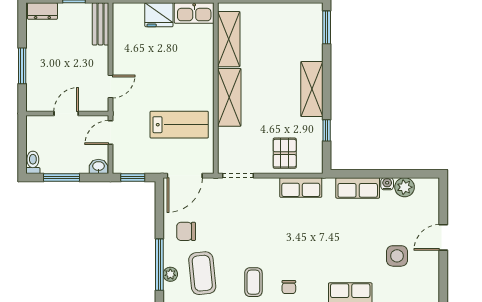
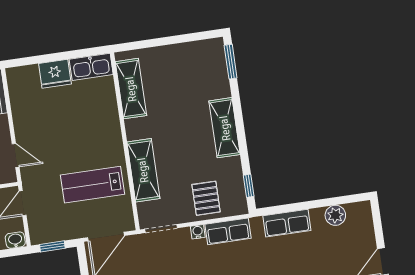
door: (111, 86) -> (16, 155), hinge flipped
shelving: (229, 97) -> (143, 170), moved
lab bench: (179, 125) -> (93, 185), turned 180
window: (327, 130) -> (249, 186), moved
water cooler: (387, 184) -> (198, 232), moved

